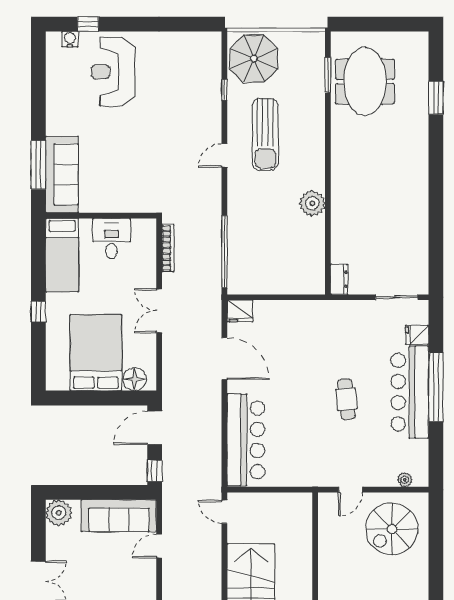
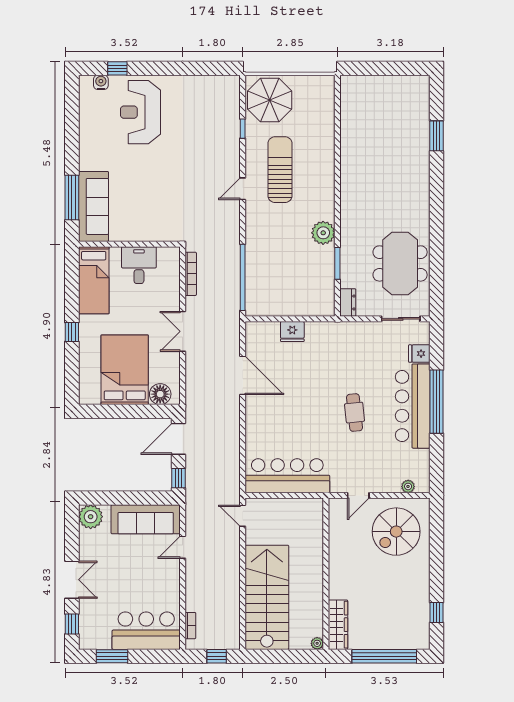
window: (328, 75) -> (337, 263), moved
meeting table: (365, 81) -> (400, 263), moved
sun lounger: (265, 134) -> (280, 170), turned 180
fridge: (240, 311) -> (292, 332), moved
bar counter: (246, 440) -> (287, 476), moved, turned -90

